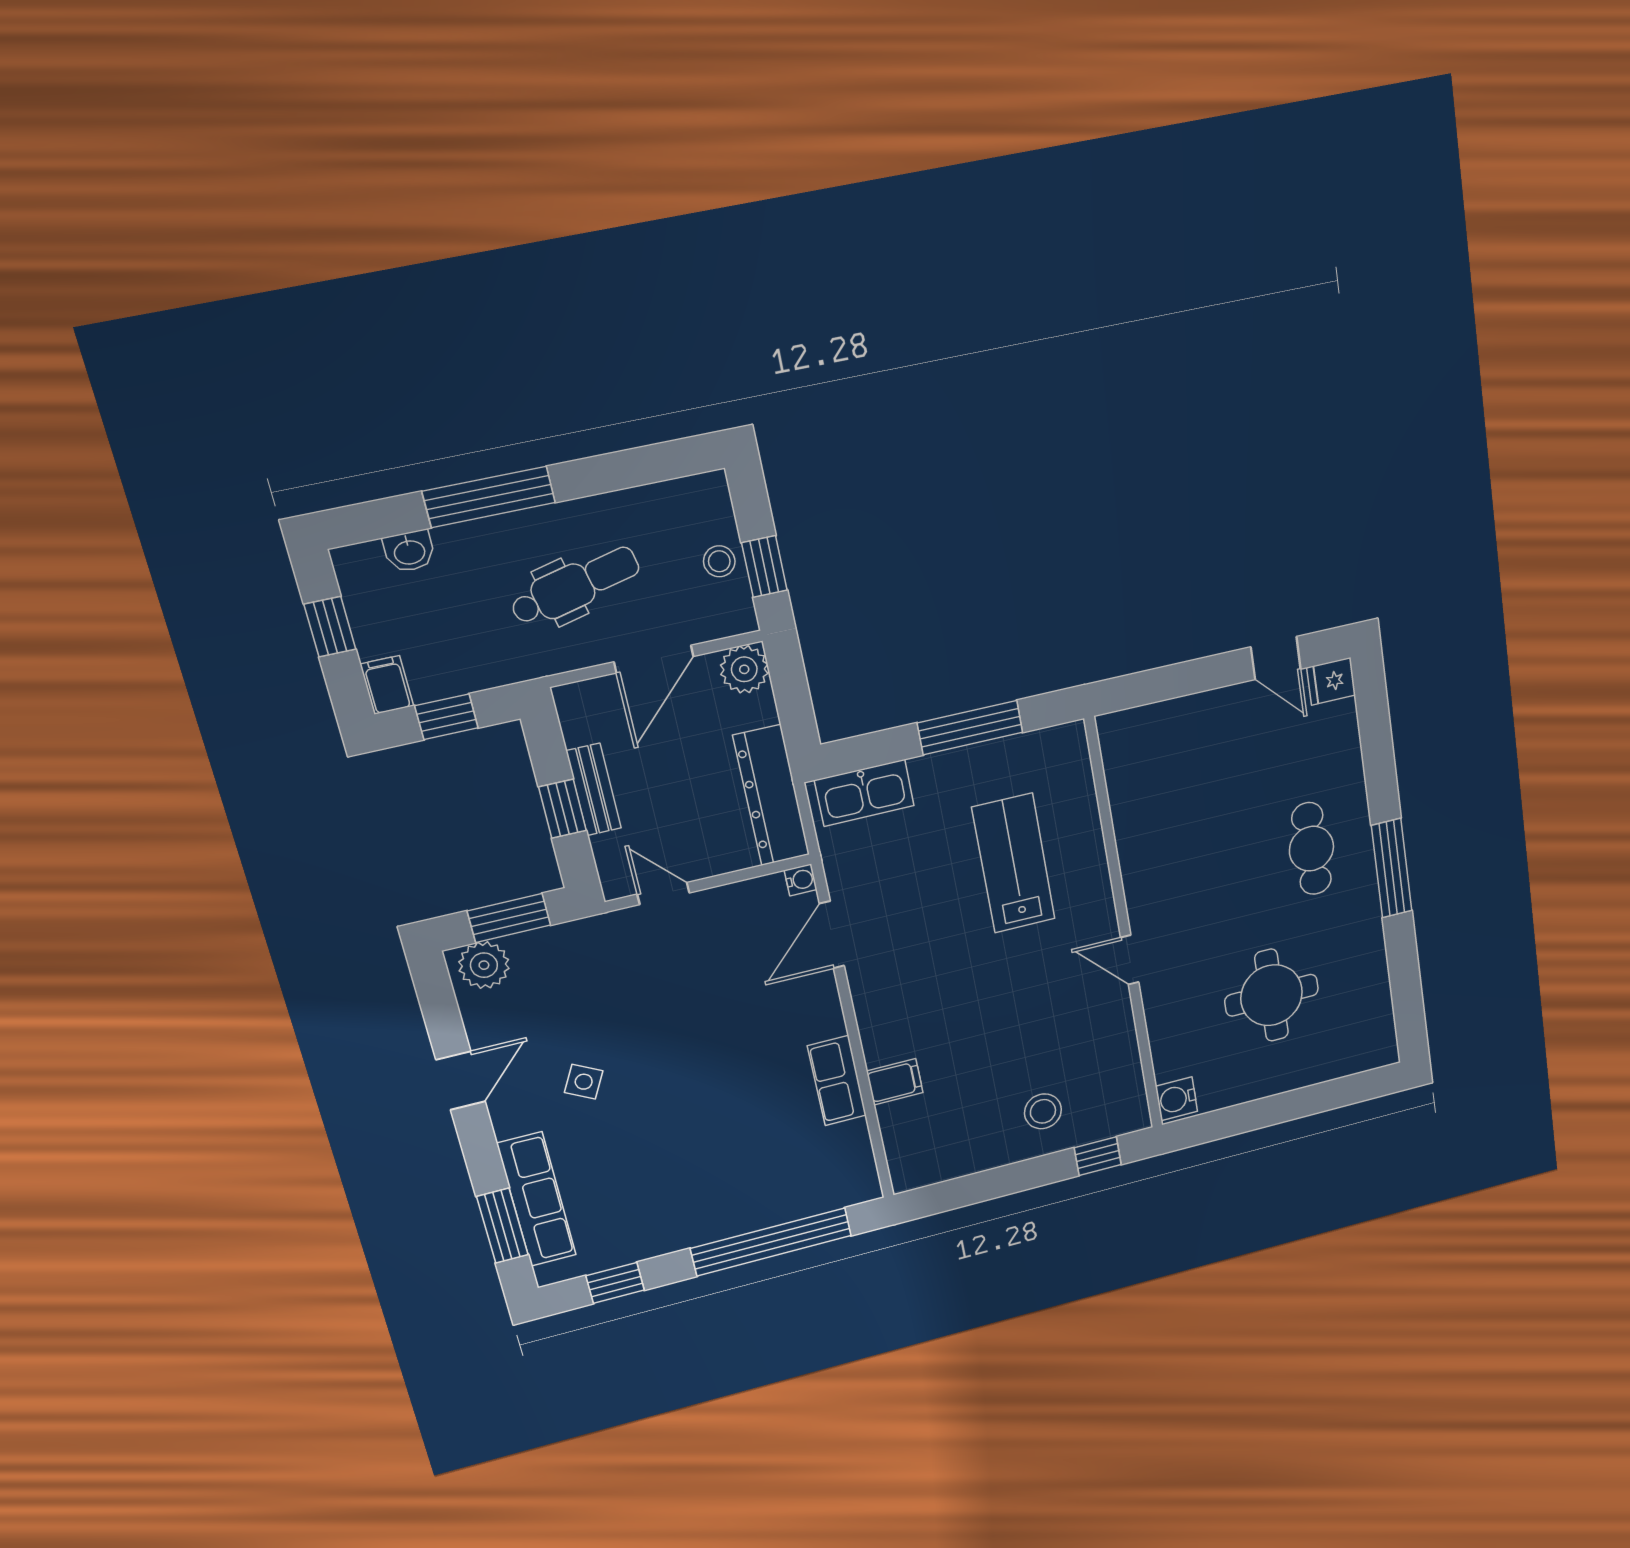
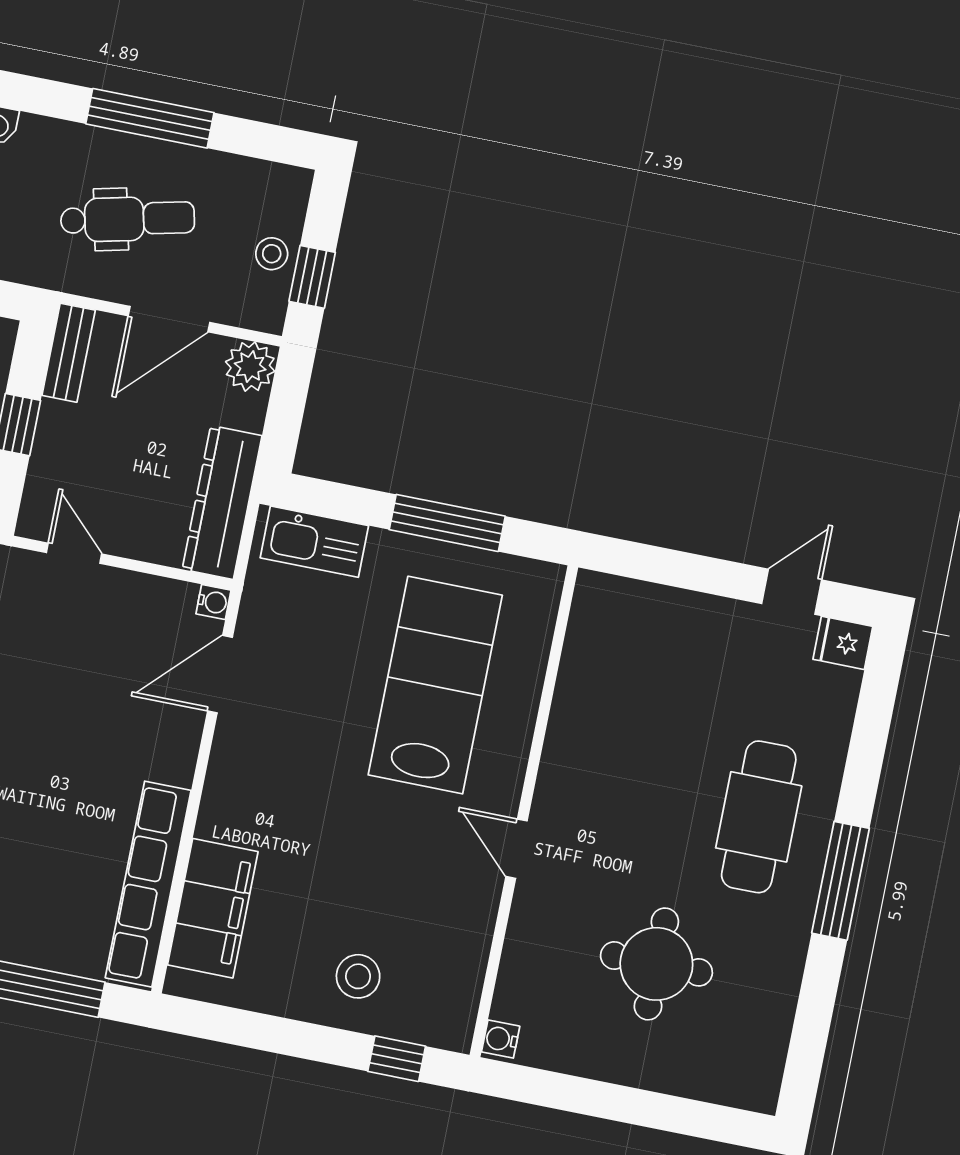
window: (489, 497) -> (150, 118), moved
door: (1276, 658) -> (792, 592), swing flipped
bench: (594, 789) -> (69, 353), moved
cafe table: (1311, 849) -> (759, 817), width x1.37, depth x1.35
lab bench: (1014, 863) -> (435, 685), width x1.36, depth x1.39
row of seats: (837, 1081) -> (148, 884), width x2.02
filing cabinet: (895, 1082) -> (213, 908), width x3.00, depth x1.17
water cooler: (1176, 1099) -> (501, 1039), width x0.72, depth x0.72

